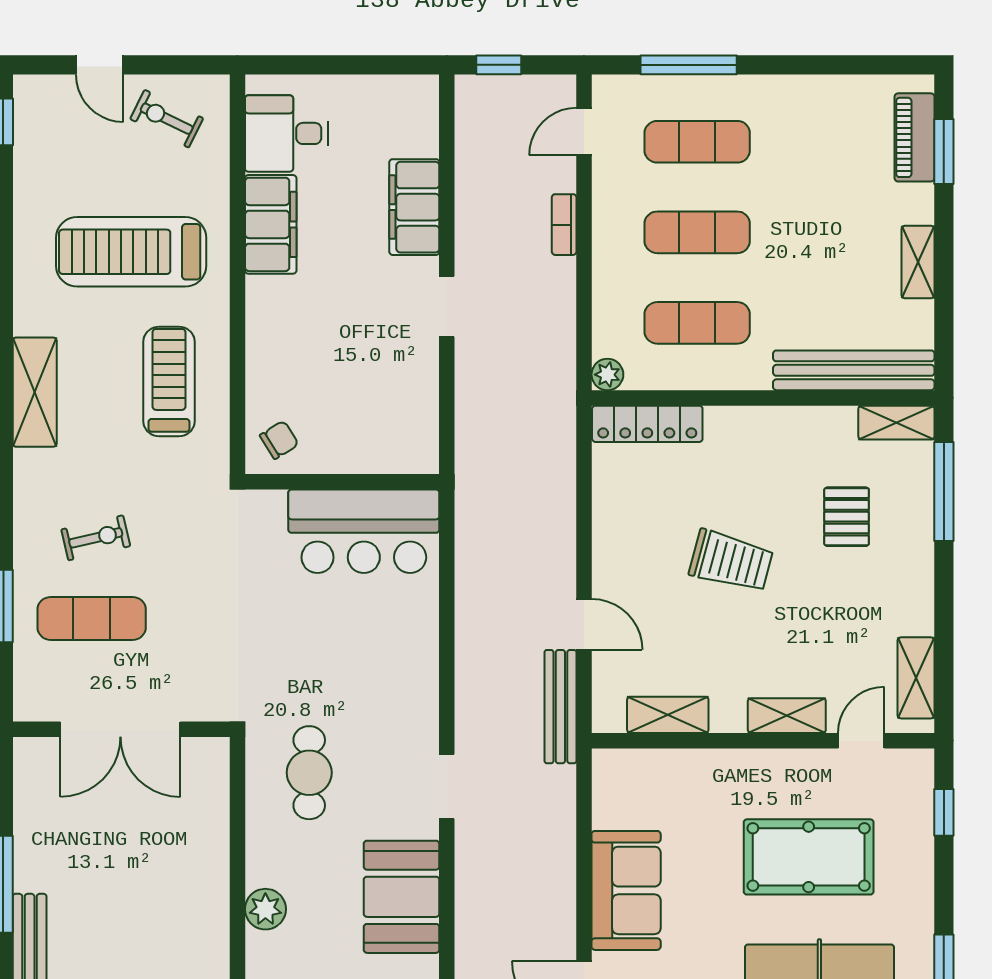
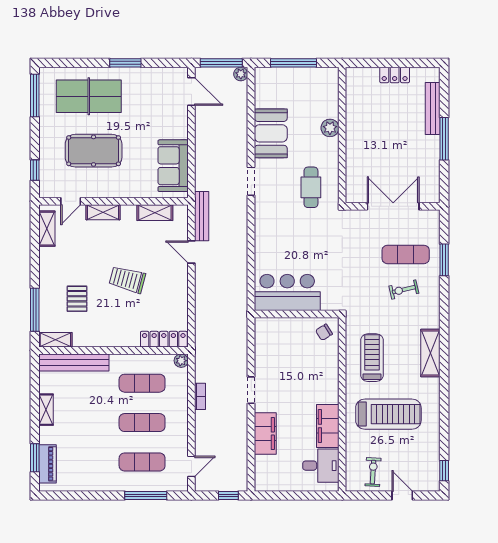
exercise bike: (167, 119) -> (373, 472), turned -113
bookcase: (564, 225) -> (200, 396), moved
treadmill: (169, 381) -> (372, 358), turned 180
sofa: (626, 890) -> (173, 166), moved

